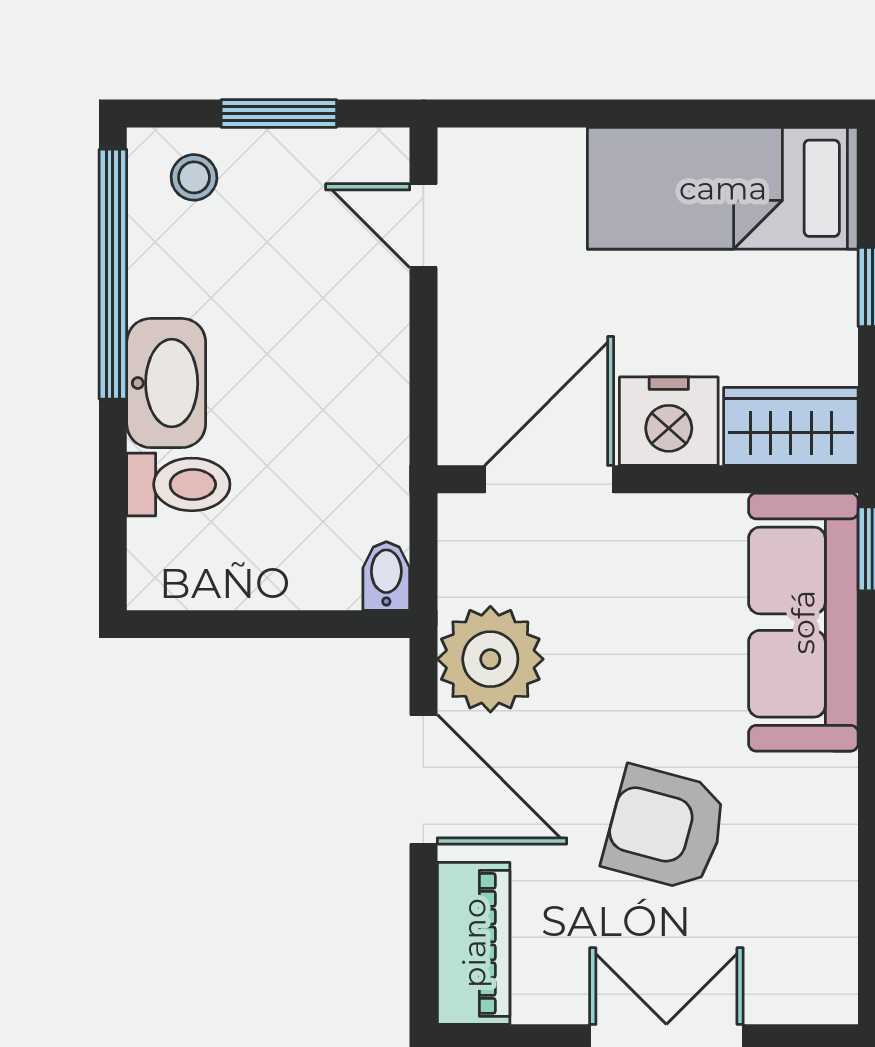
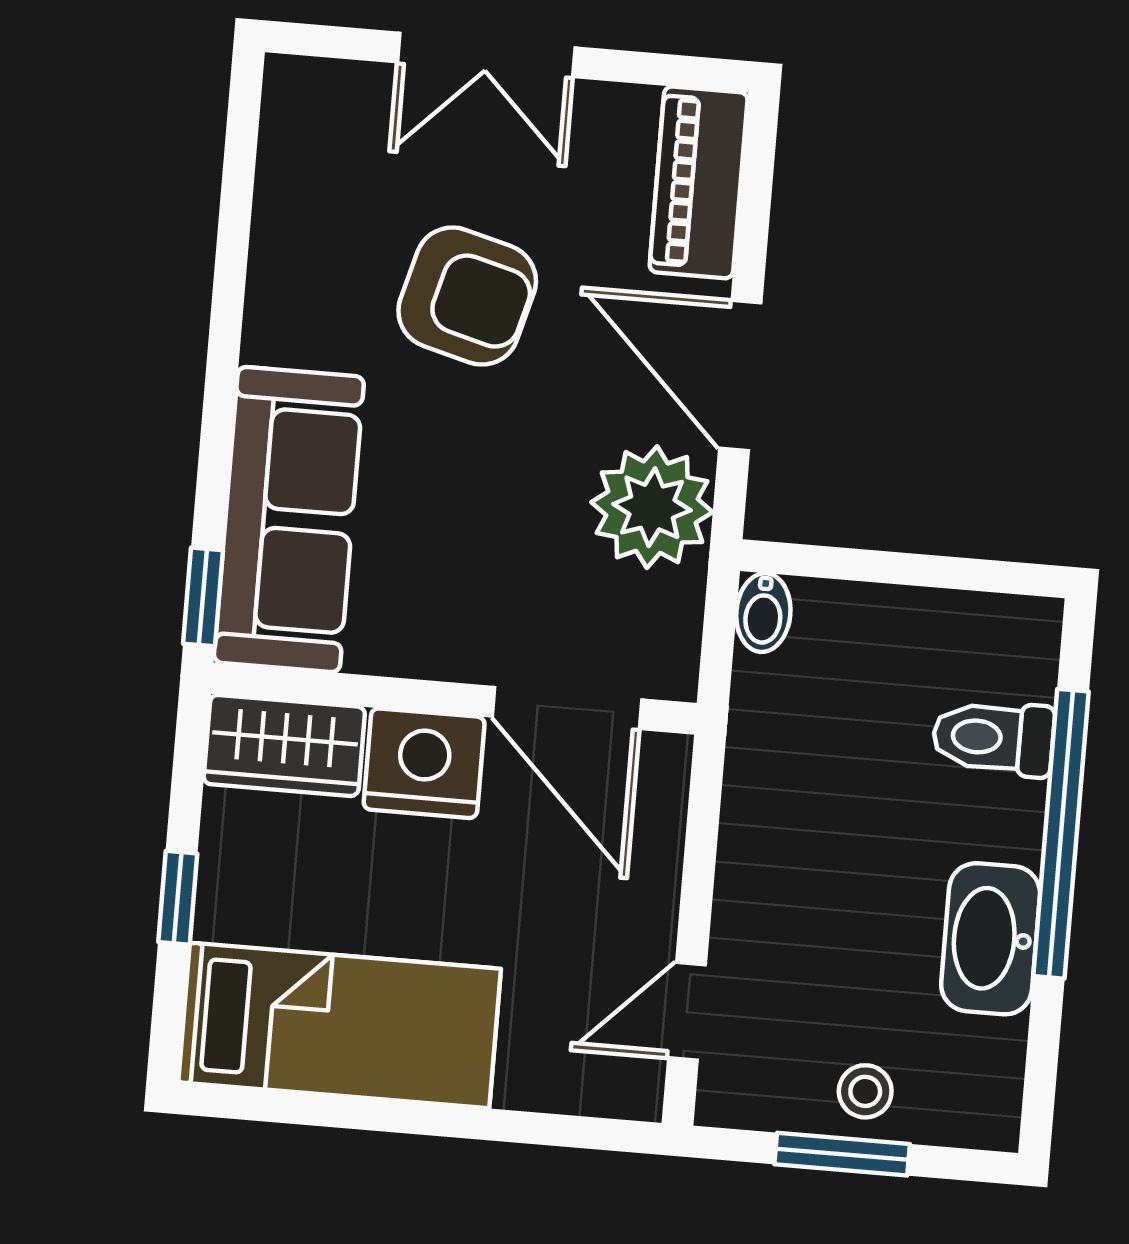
stool: (194, 177) -> (865, 1091), moved
door: (423, 226) -> (687, 1011), swing flipped
window: (113, 274) -> (1061, 834), moved
washbasin: (166, 383) -> (991, 939), moved
door: (549, 479) -> (567, 708), hinge flipped

